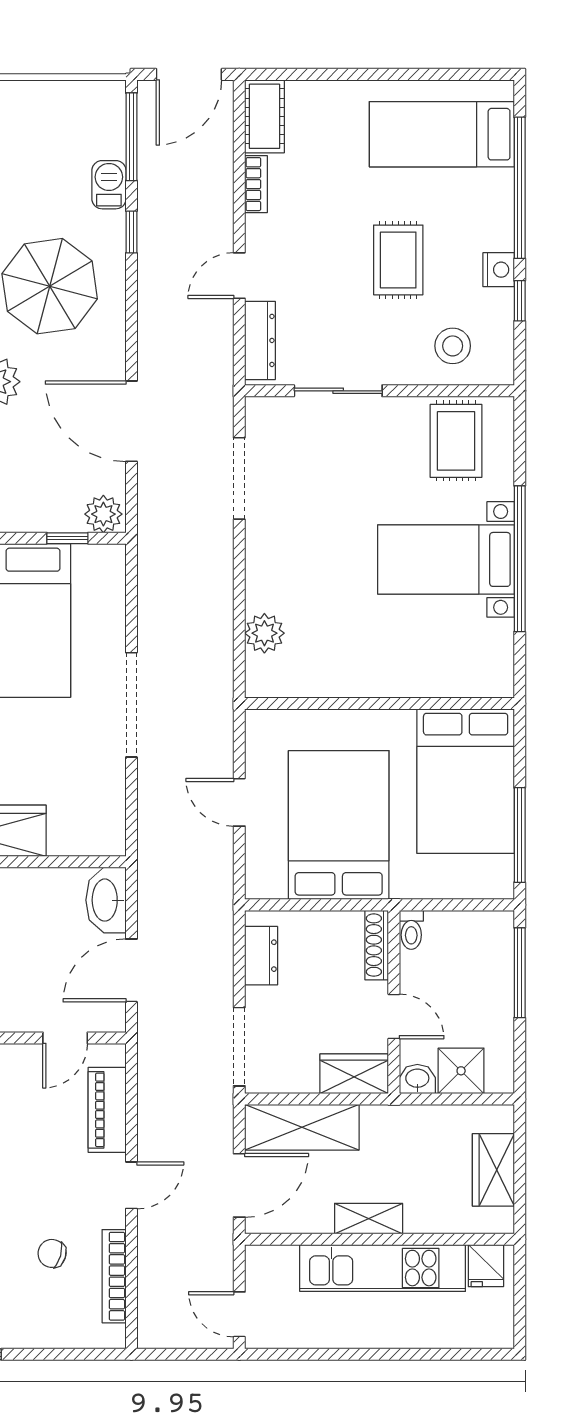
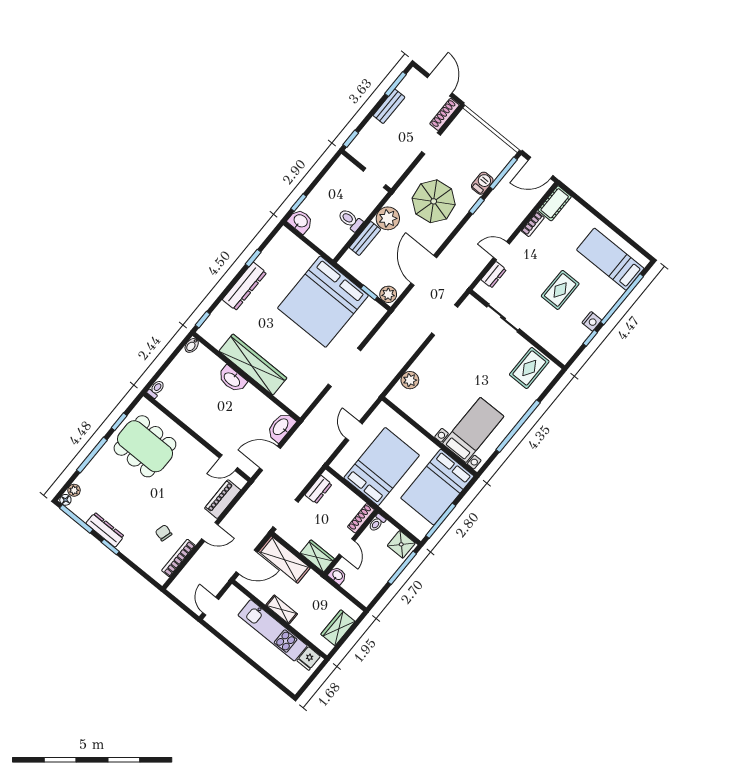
dresser: (260, 340) -> (494, 275), width x0.70
stool: (453, 346) -> (555, 335), removed
bed with nightstands: (446, 559) -> (473, 430), moved, turned 90
shower: (461, 1071) -> (401, 544), moved

